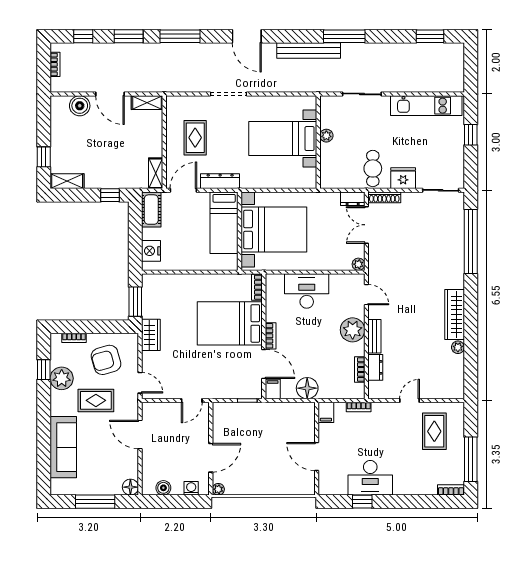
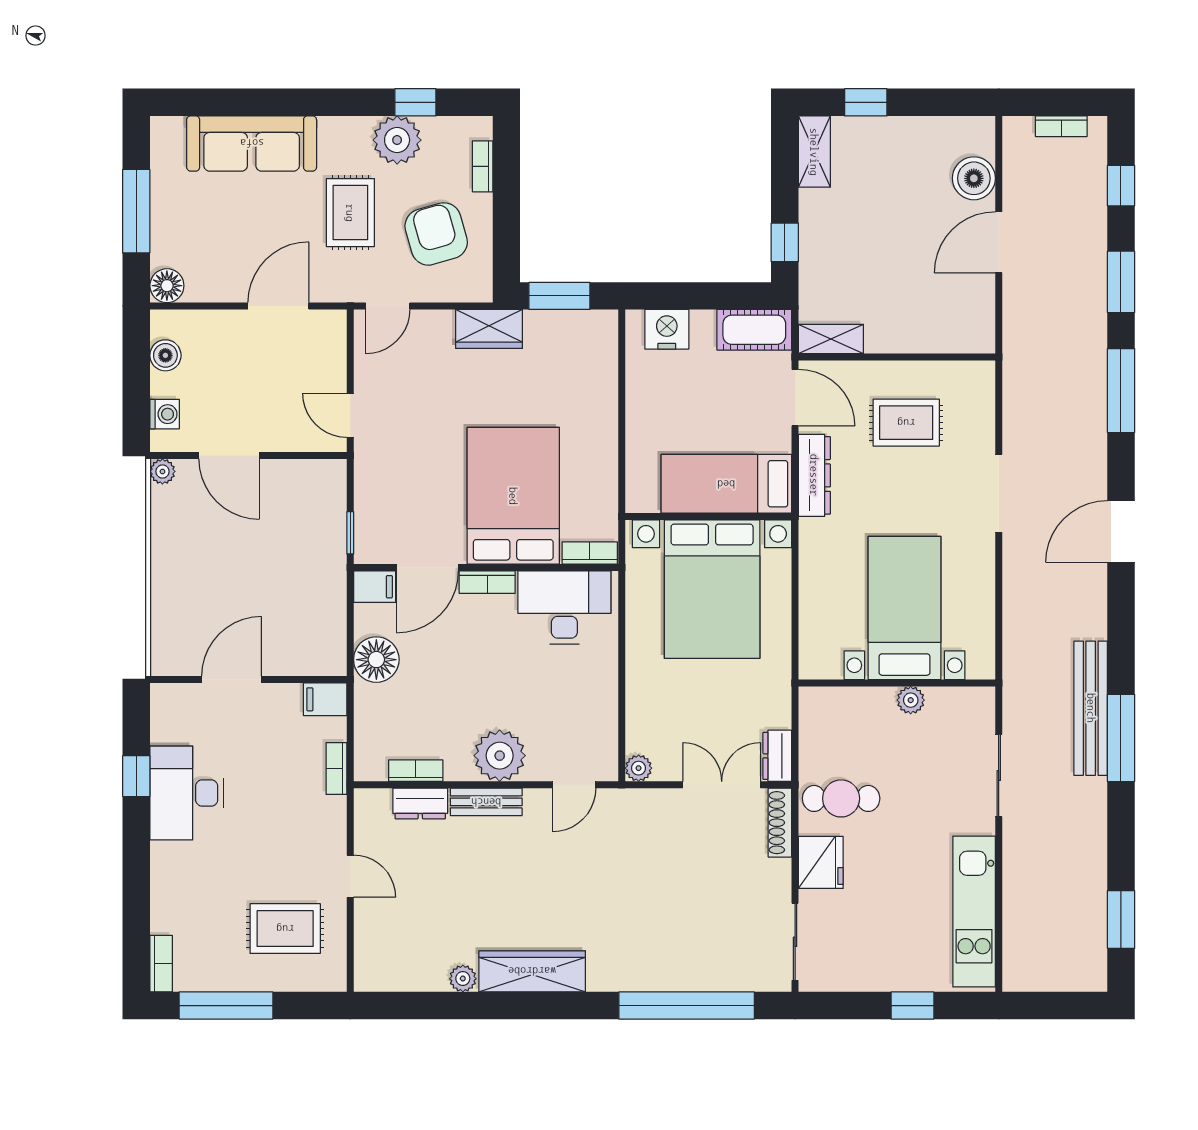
bench: (309, 51) -> (1091, 708), moved
shelving: (147, 103) -> (981, 321), removed
desk: (307, 291) -> (564, 607), moved, turned -90

